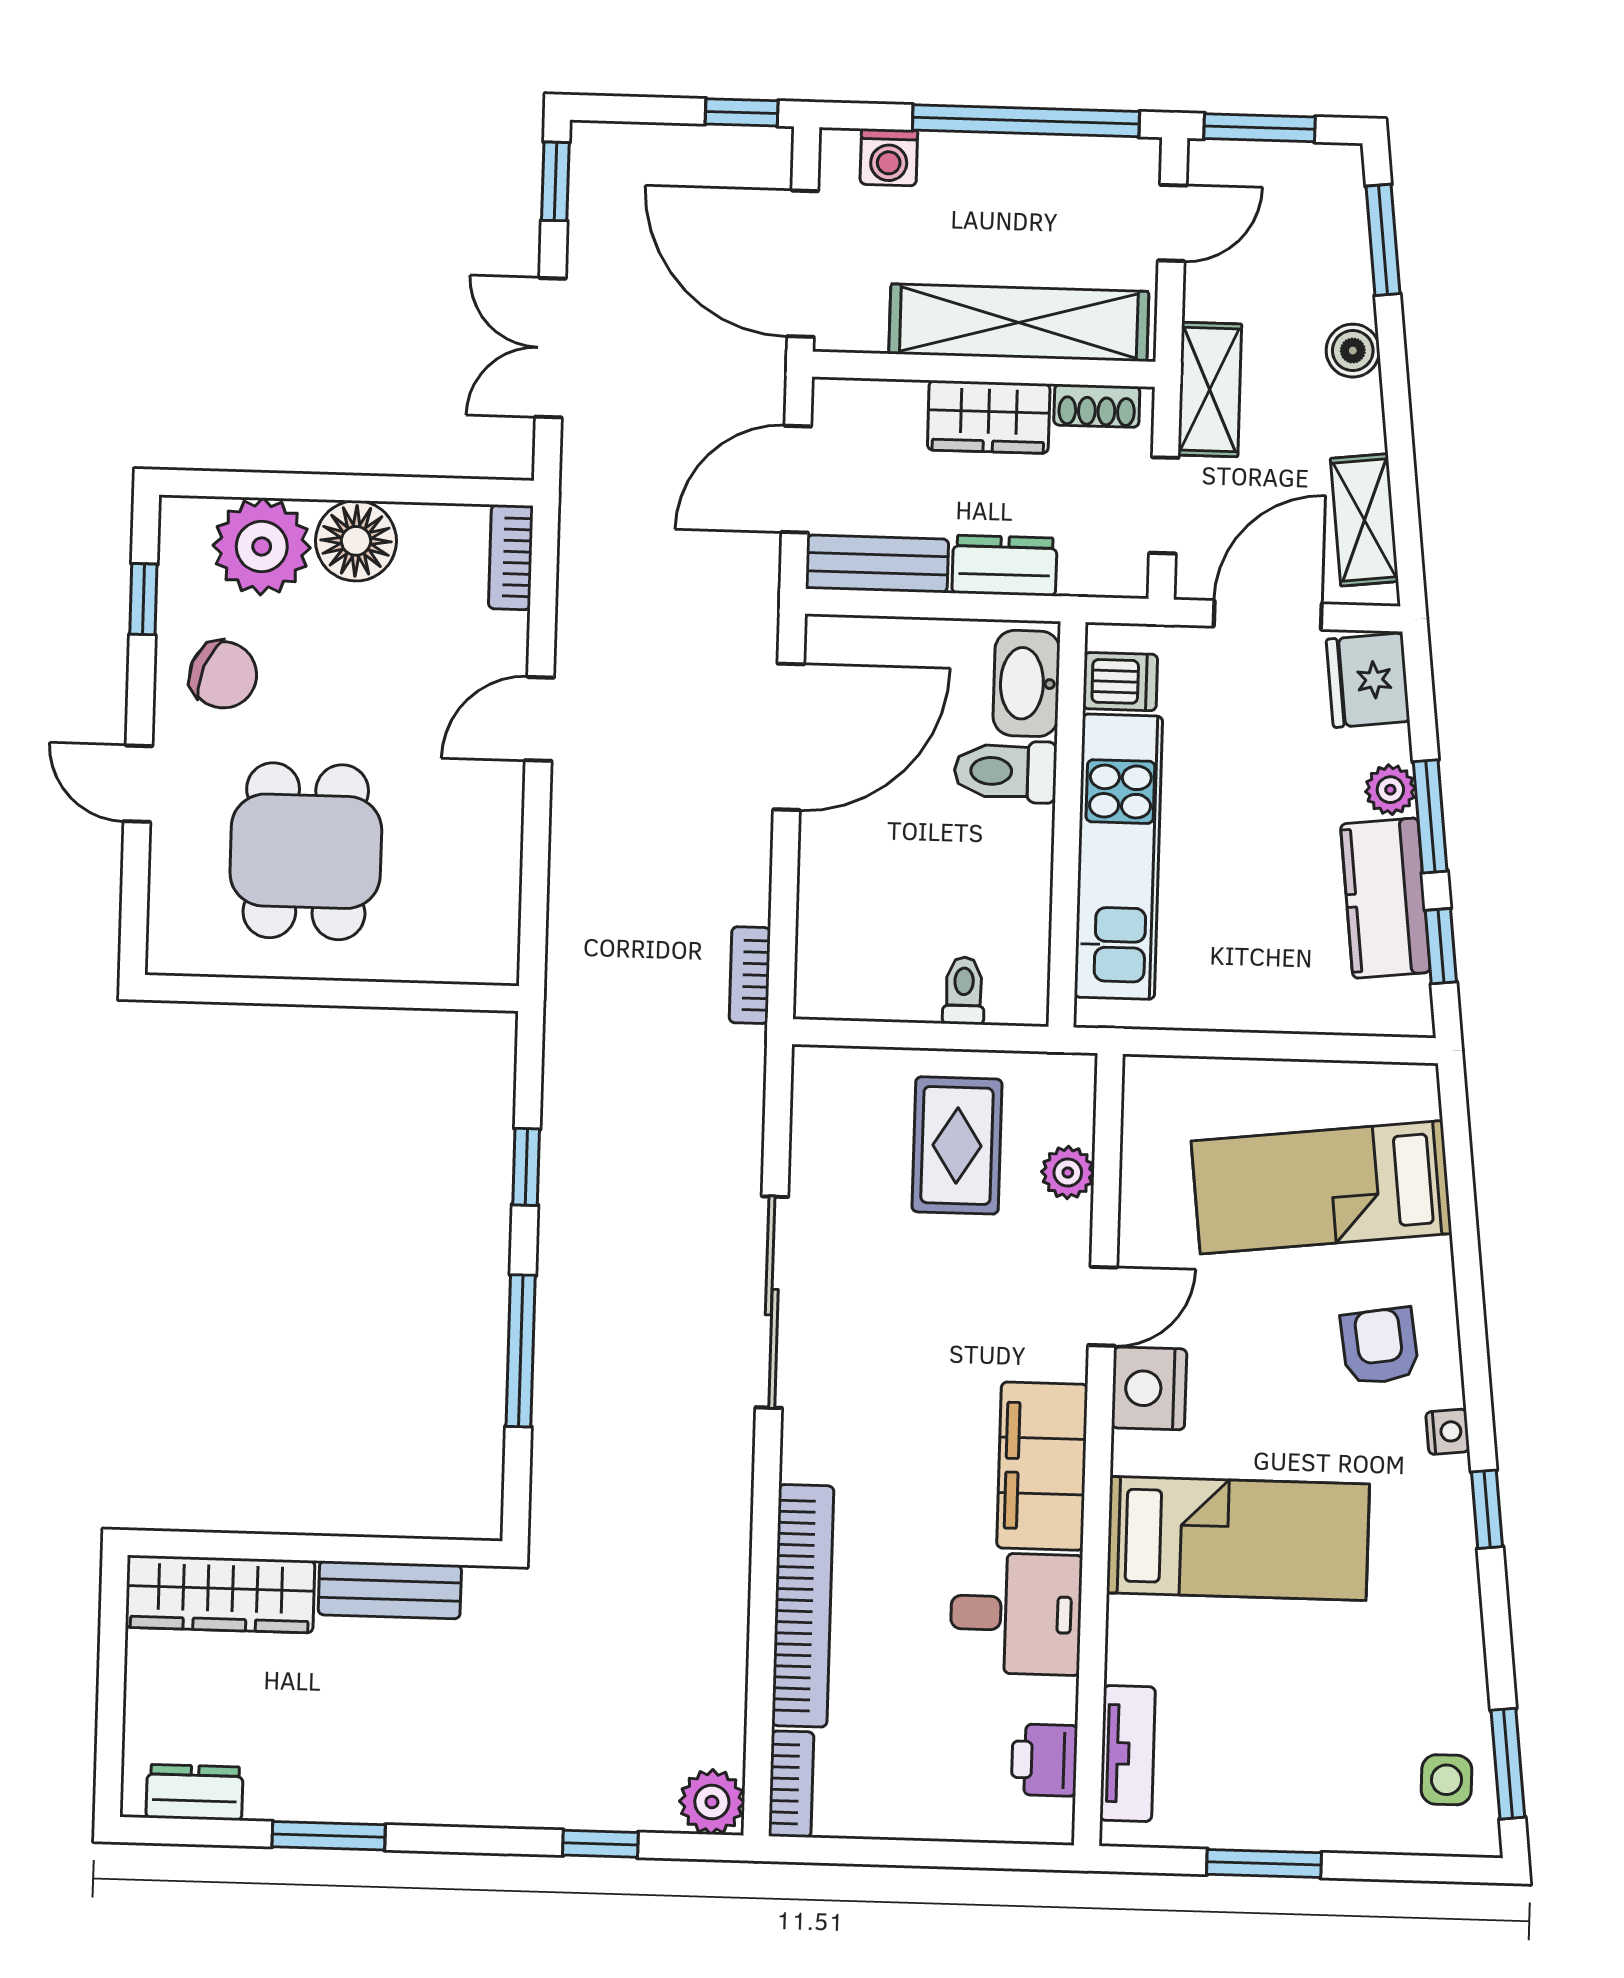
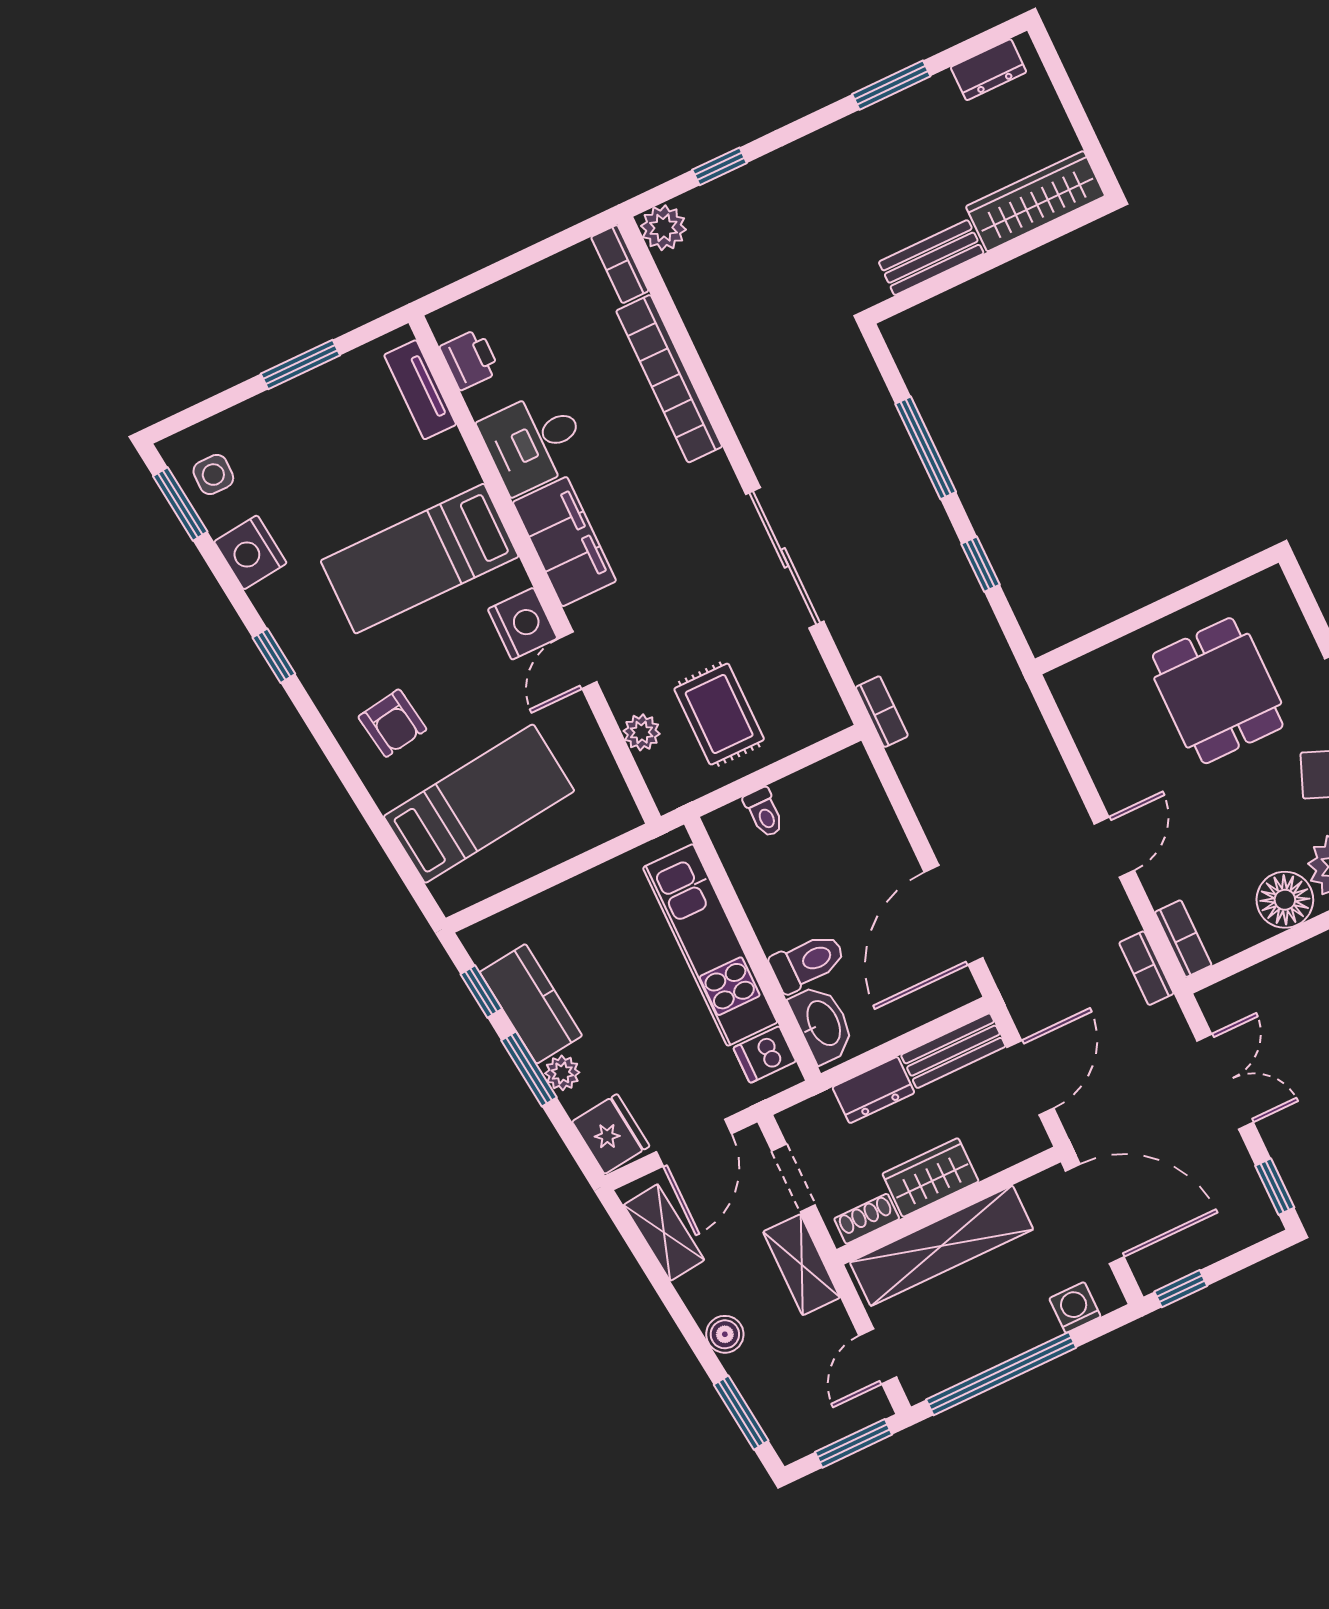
bookcase: (577, 544) -> (1146, 968), added
bookcase: (750, 975) -> (882, 712), moved
nightstand: (1448, 1432) -> (250, 552), moved, width x1.89, depth x1.79

